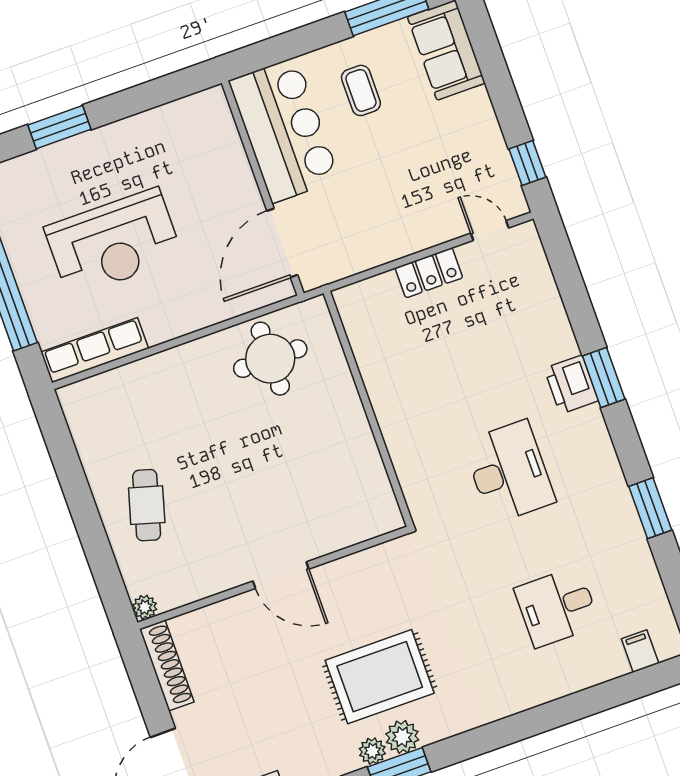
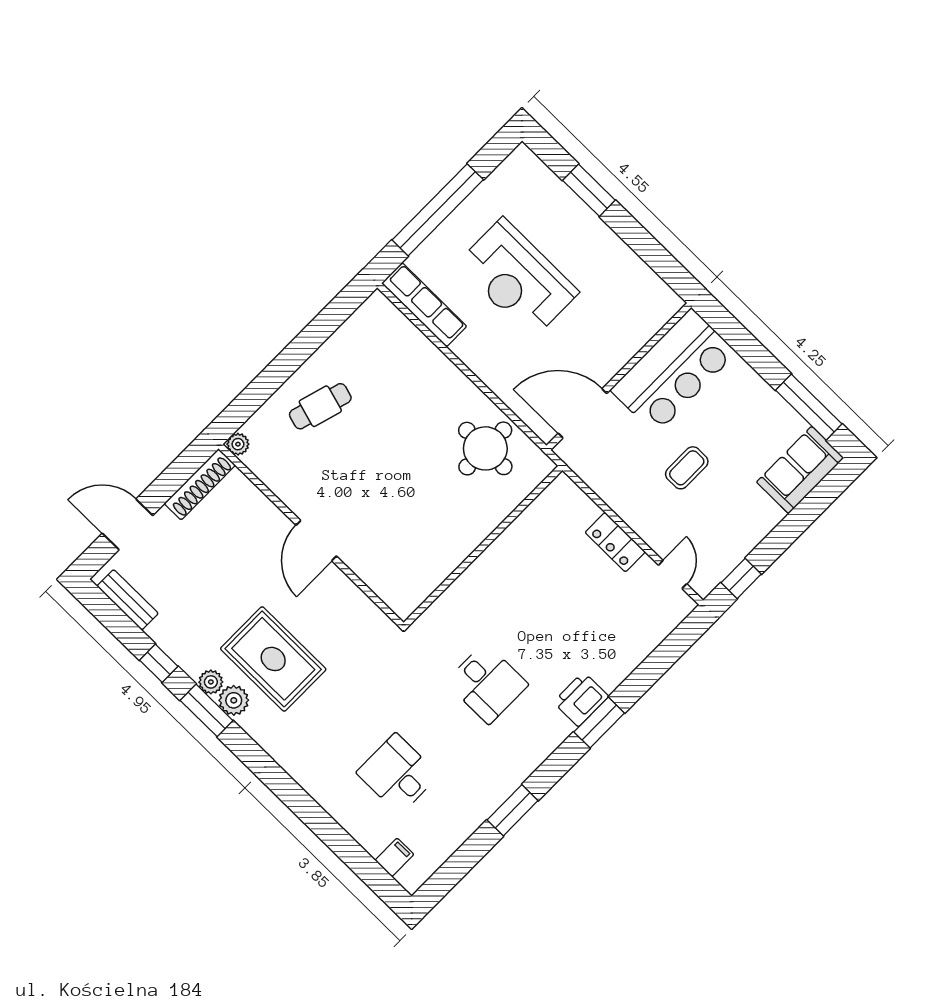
coffee table: (361, 90) -> (687, 468), moved
desk: (509, 472) -> (487, 683), width x0.73

